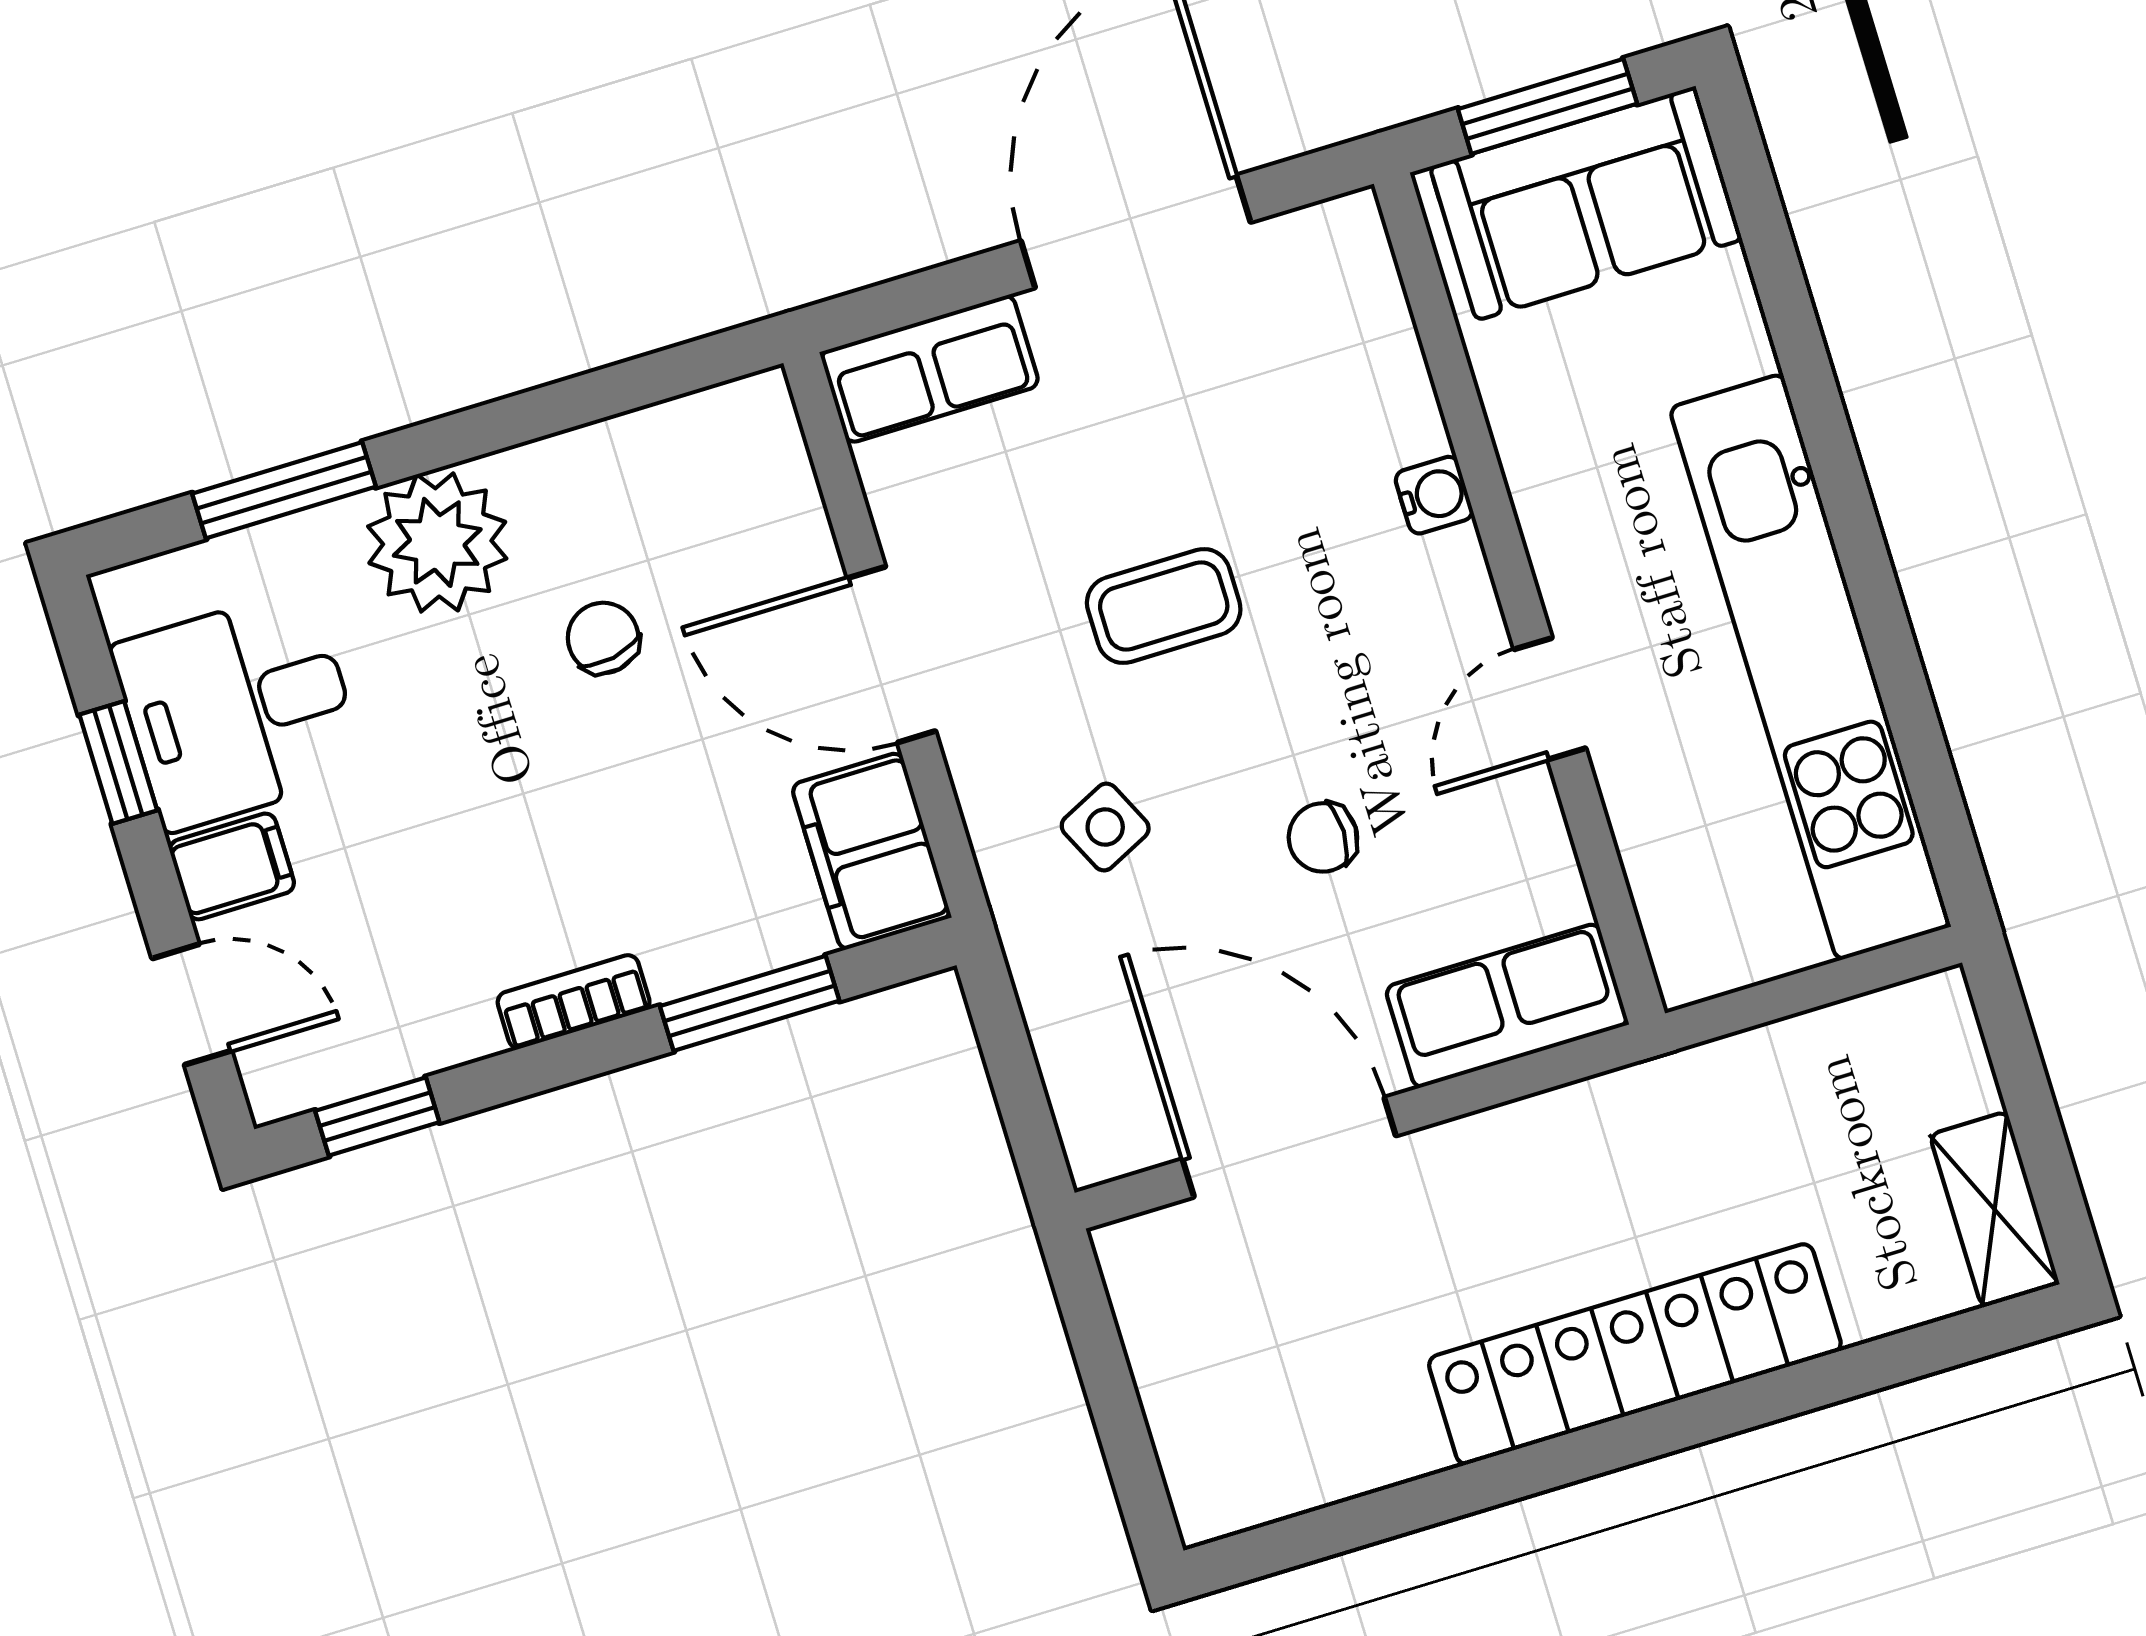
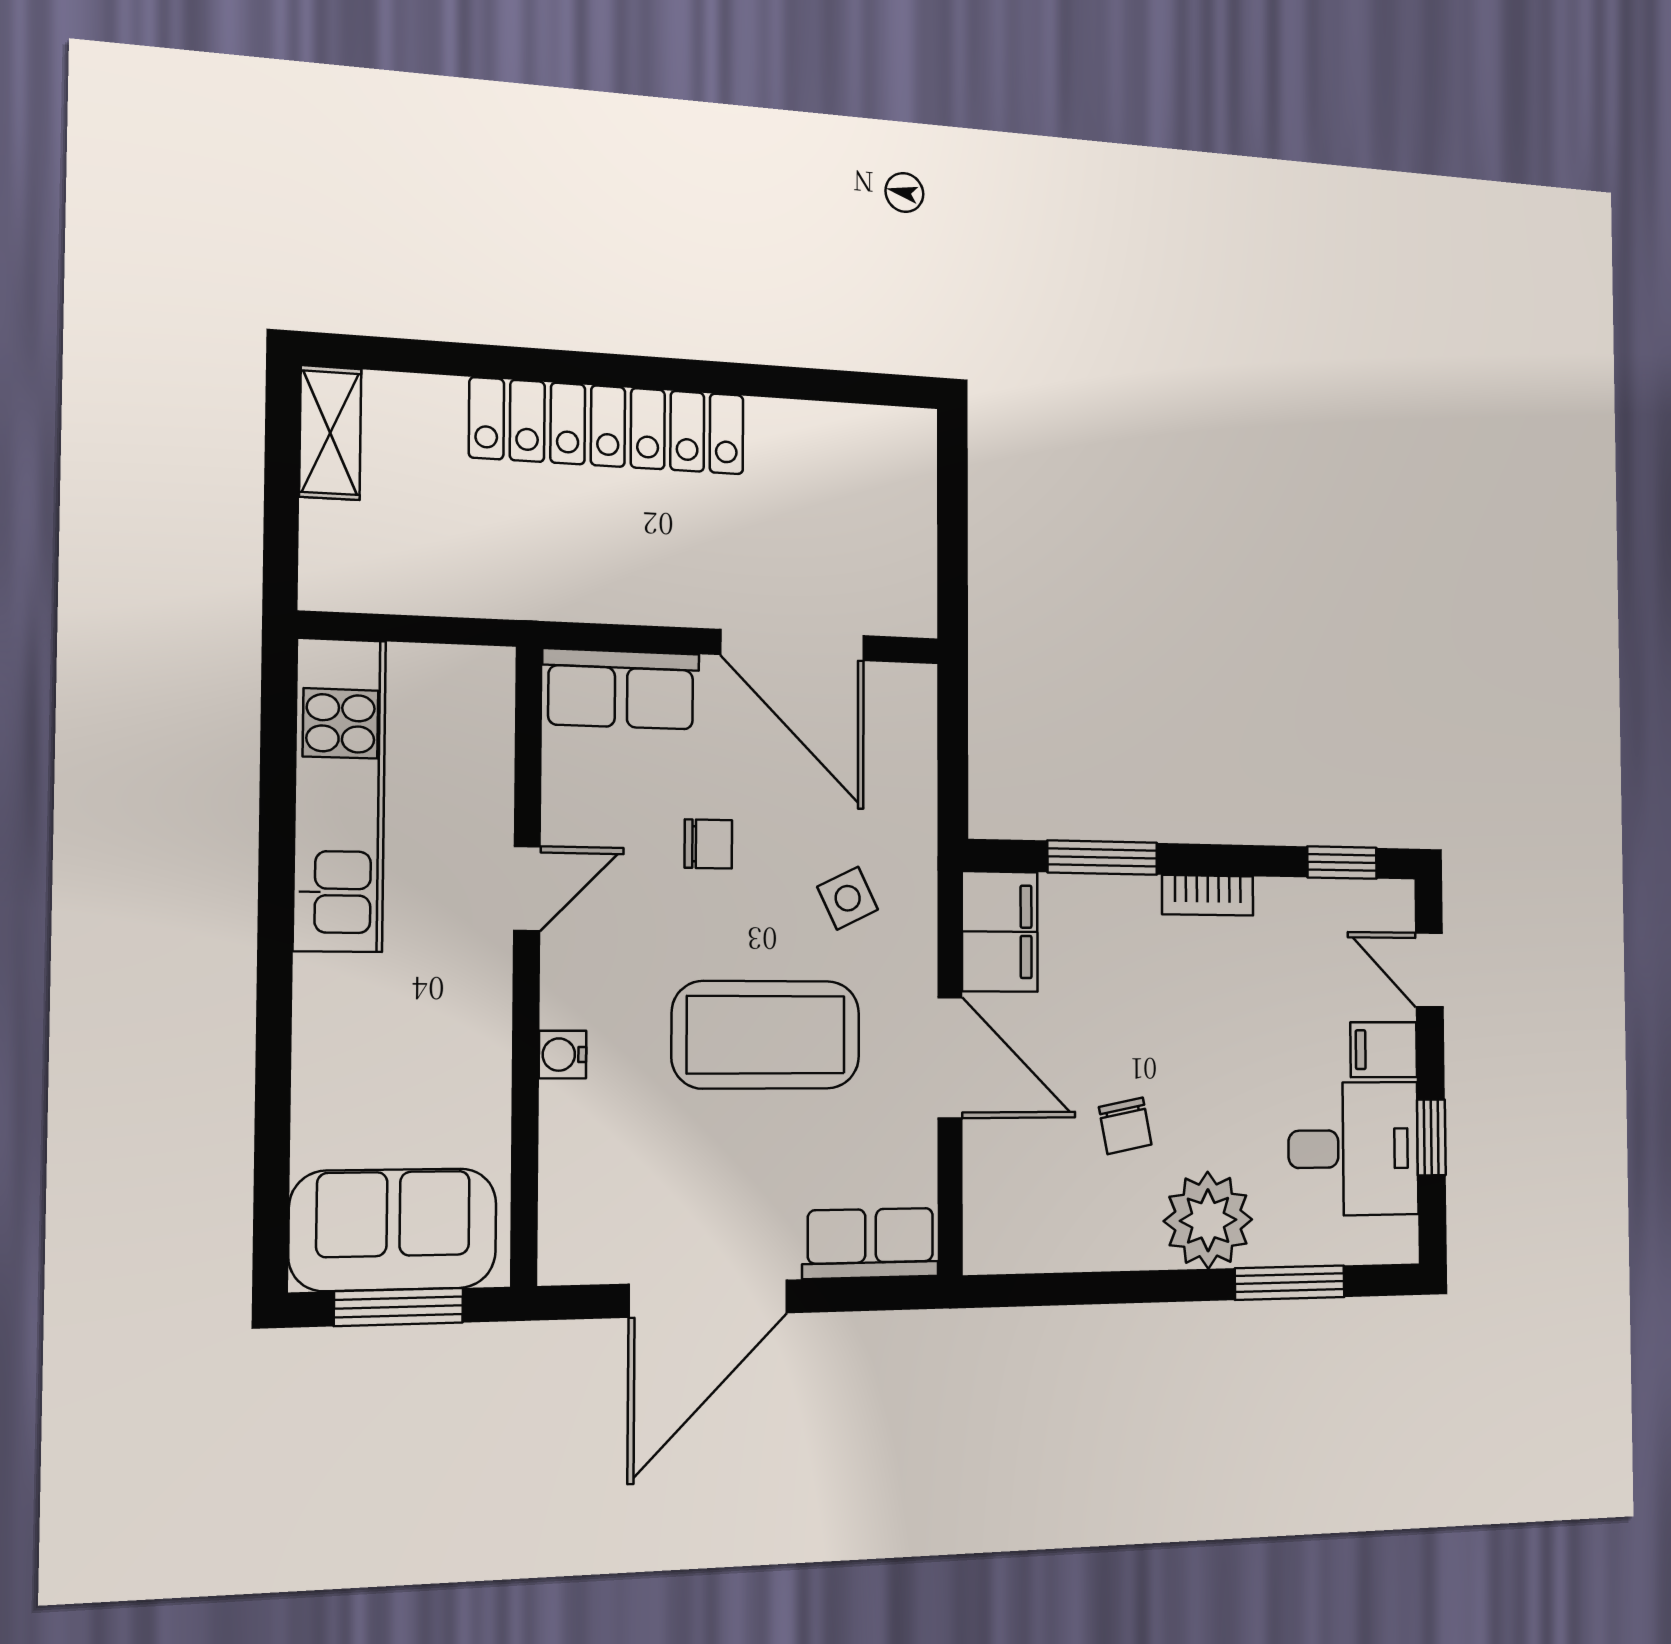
coffee table: (1164, 606) -> (766, 1035), width x1.86, depth x1.72
kitchen unit: (1810, 667) -> (340, 795), width x0.73

